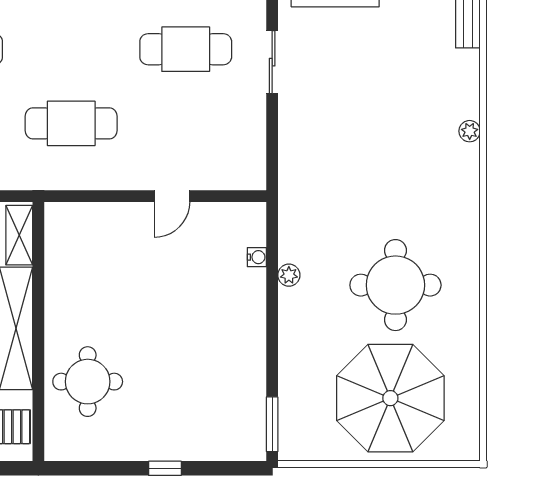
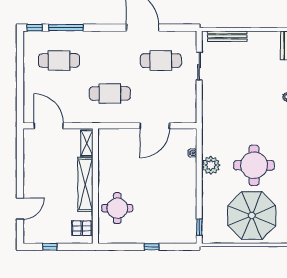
door: (172, 196) -> (155, 126), width x1.87
plant: (289, 275) -> (211, 165), width x1.88, depth x1.88
window: (272, 424) -> (199, 227), width x0.67

